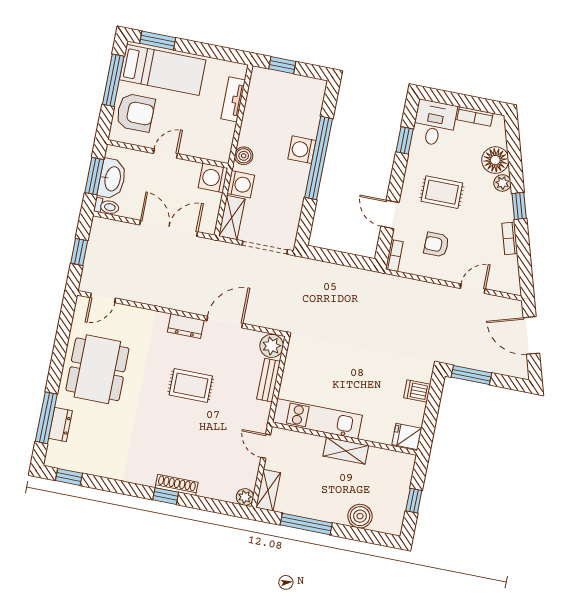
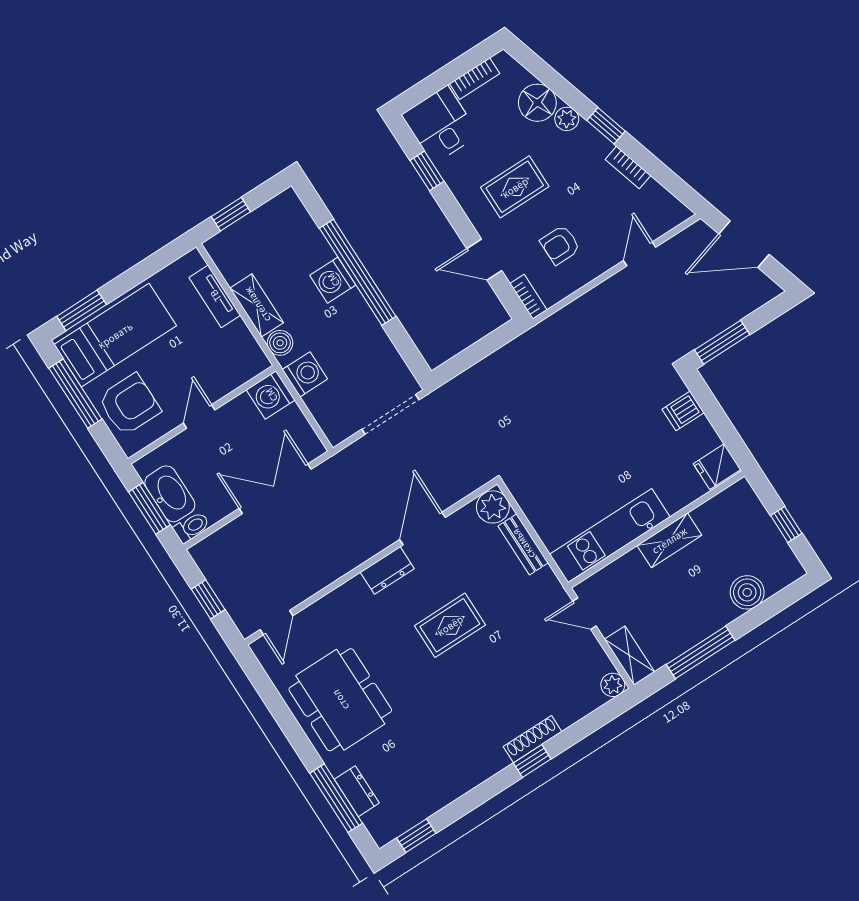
shelving: (232, 218) -> (257, 305), moved

